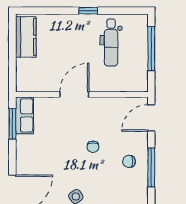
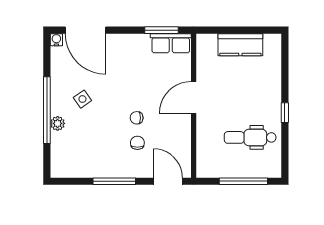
kitchen counter: (26, 37) -> (240, 45), moved
door: (74, 94) -> (194, 97), swing flipped
chair: (129, 161) -> (137, 143), moved

